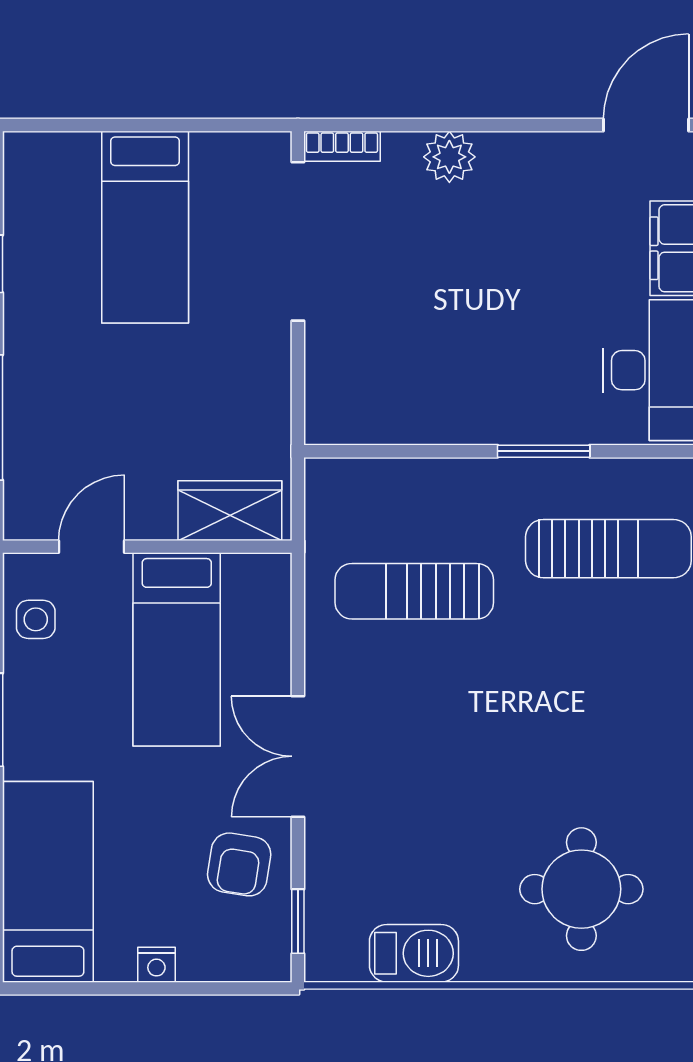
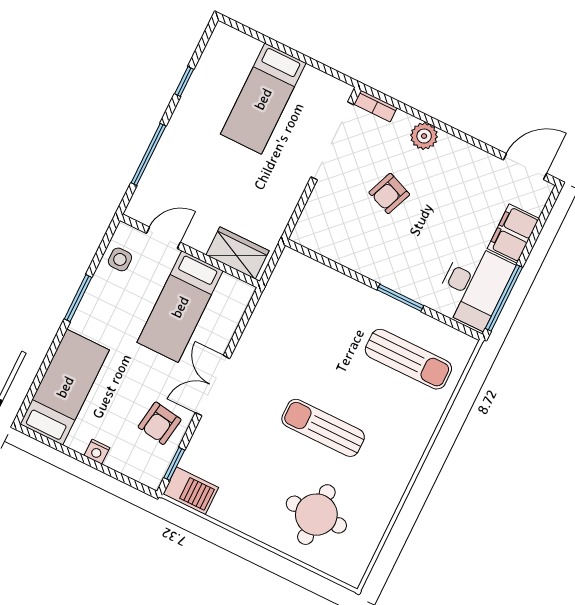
armchair: (438, 283) -> (389, 193), added
sun lounger: (414, 591) -> (323, 428), moved
barbecue: (414, 953) -> (191, 491), moved

